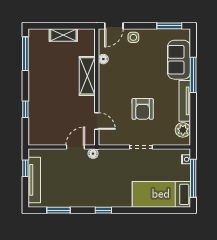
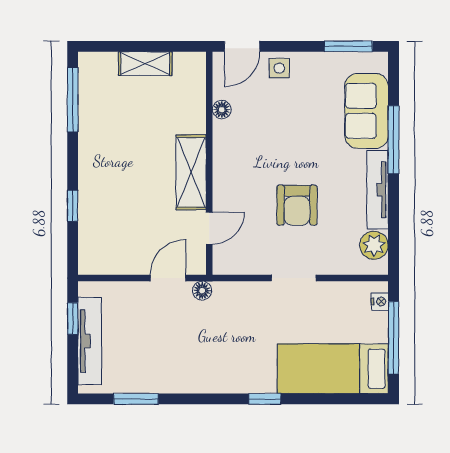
shelving: (87, 76) -> (191, 172), moved
door: (97, 121) -> (209, 228), hinge flipped
window: (103, 210) -> (265, 399), moved

